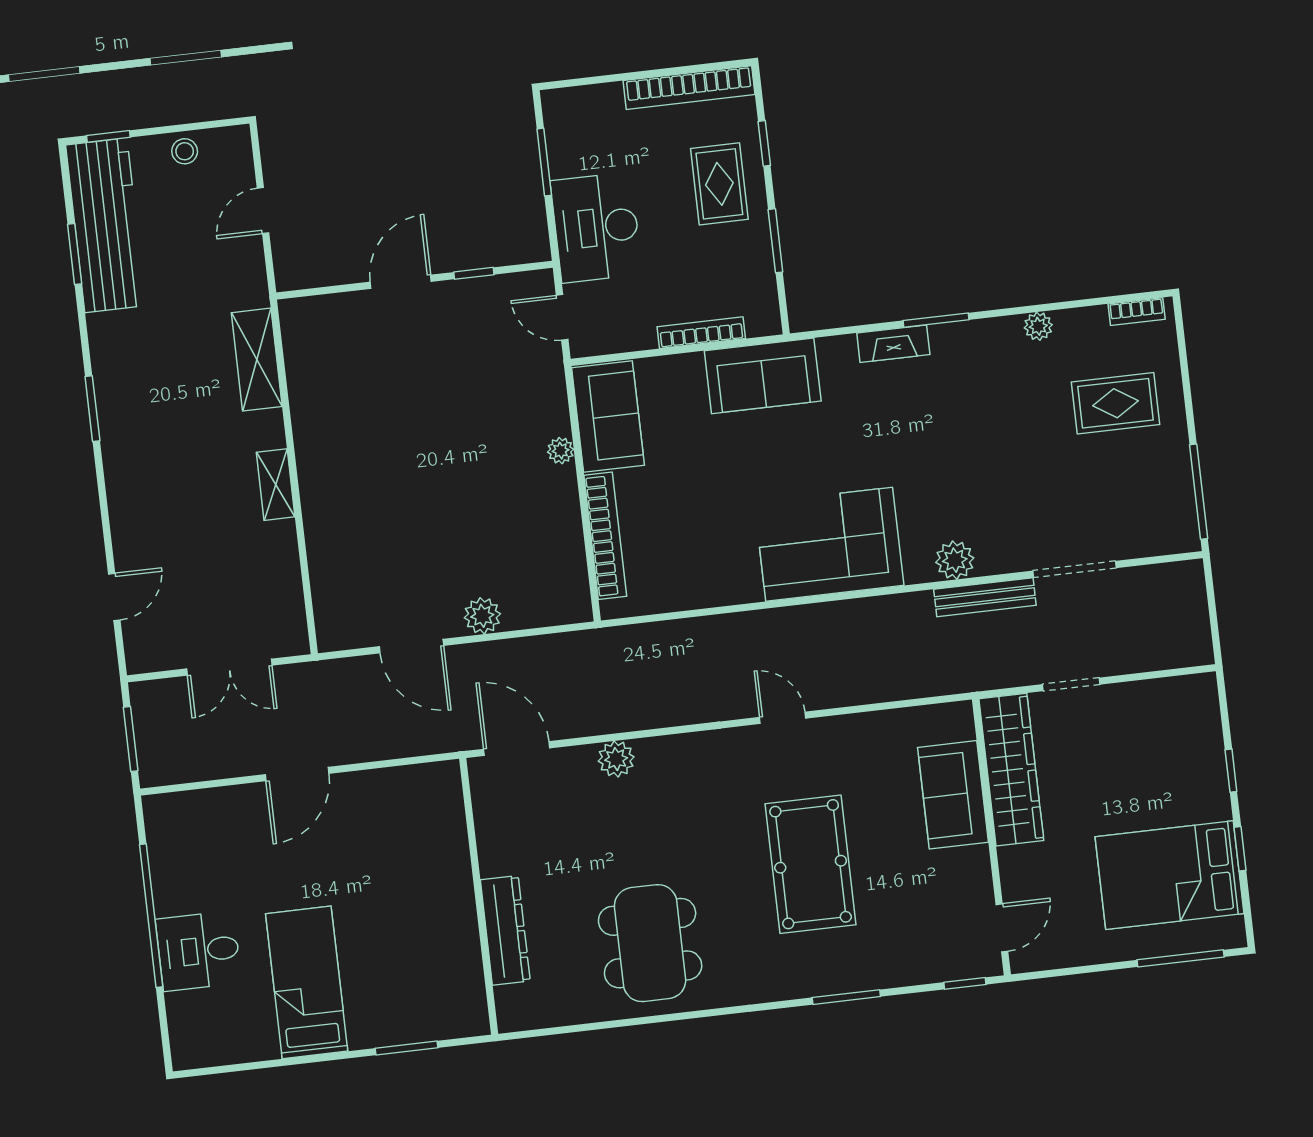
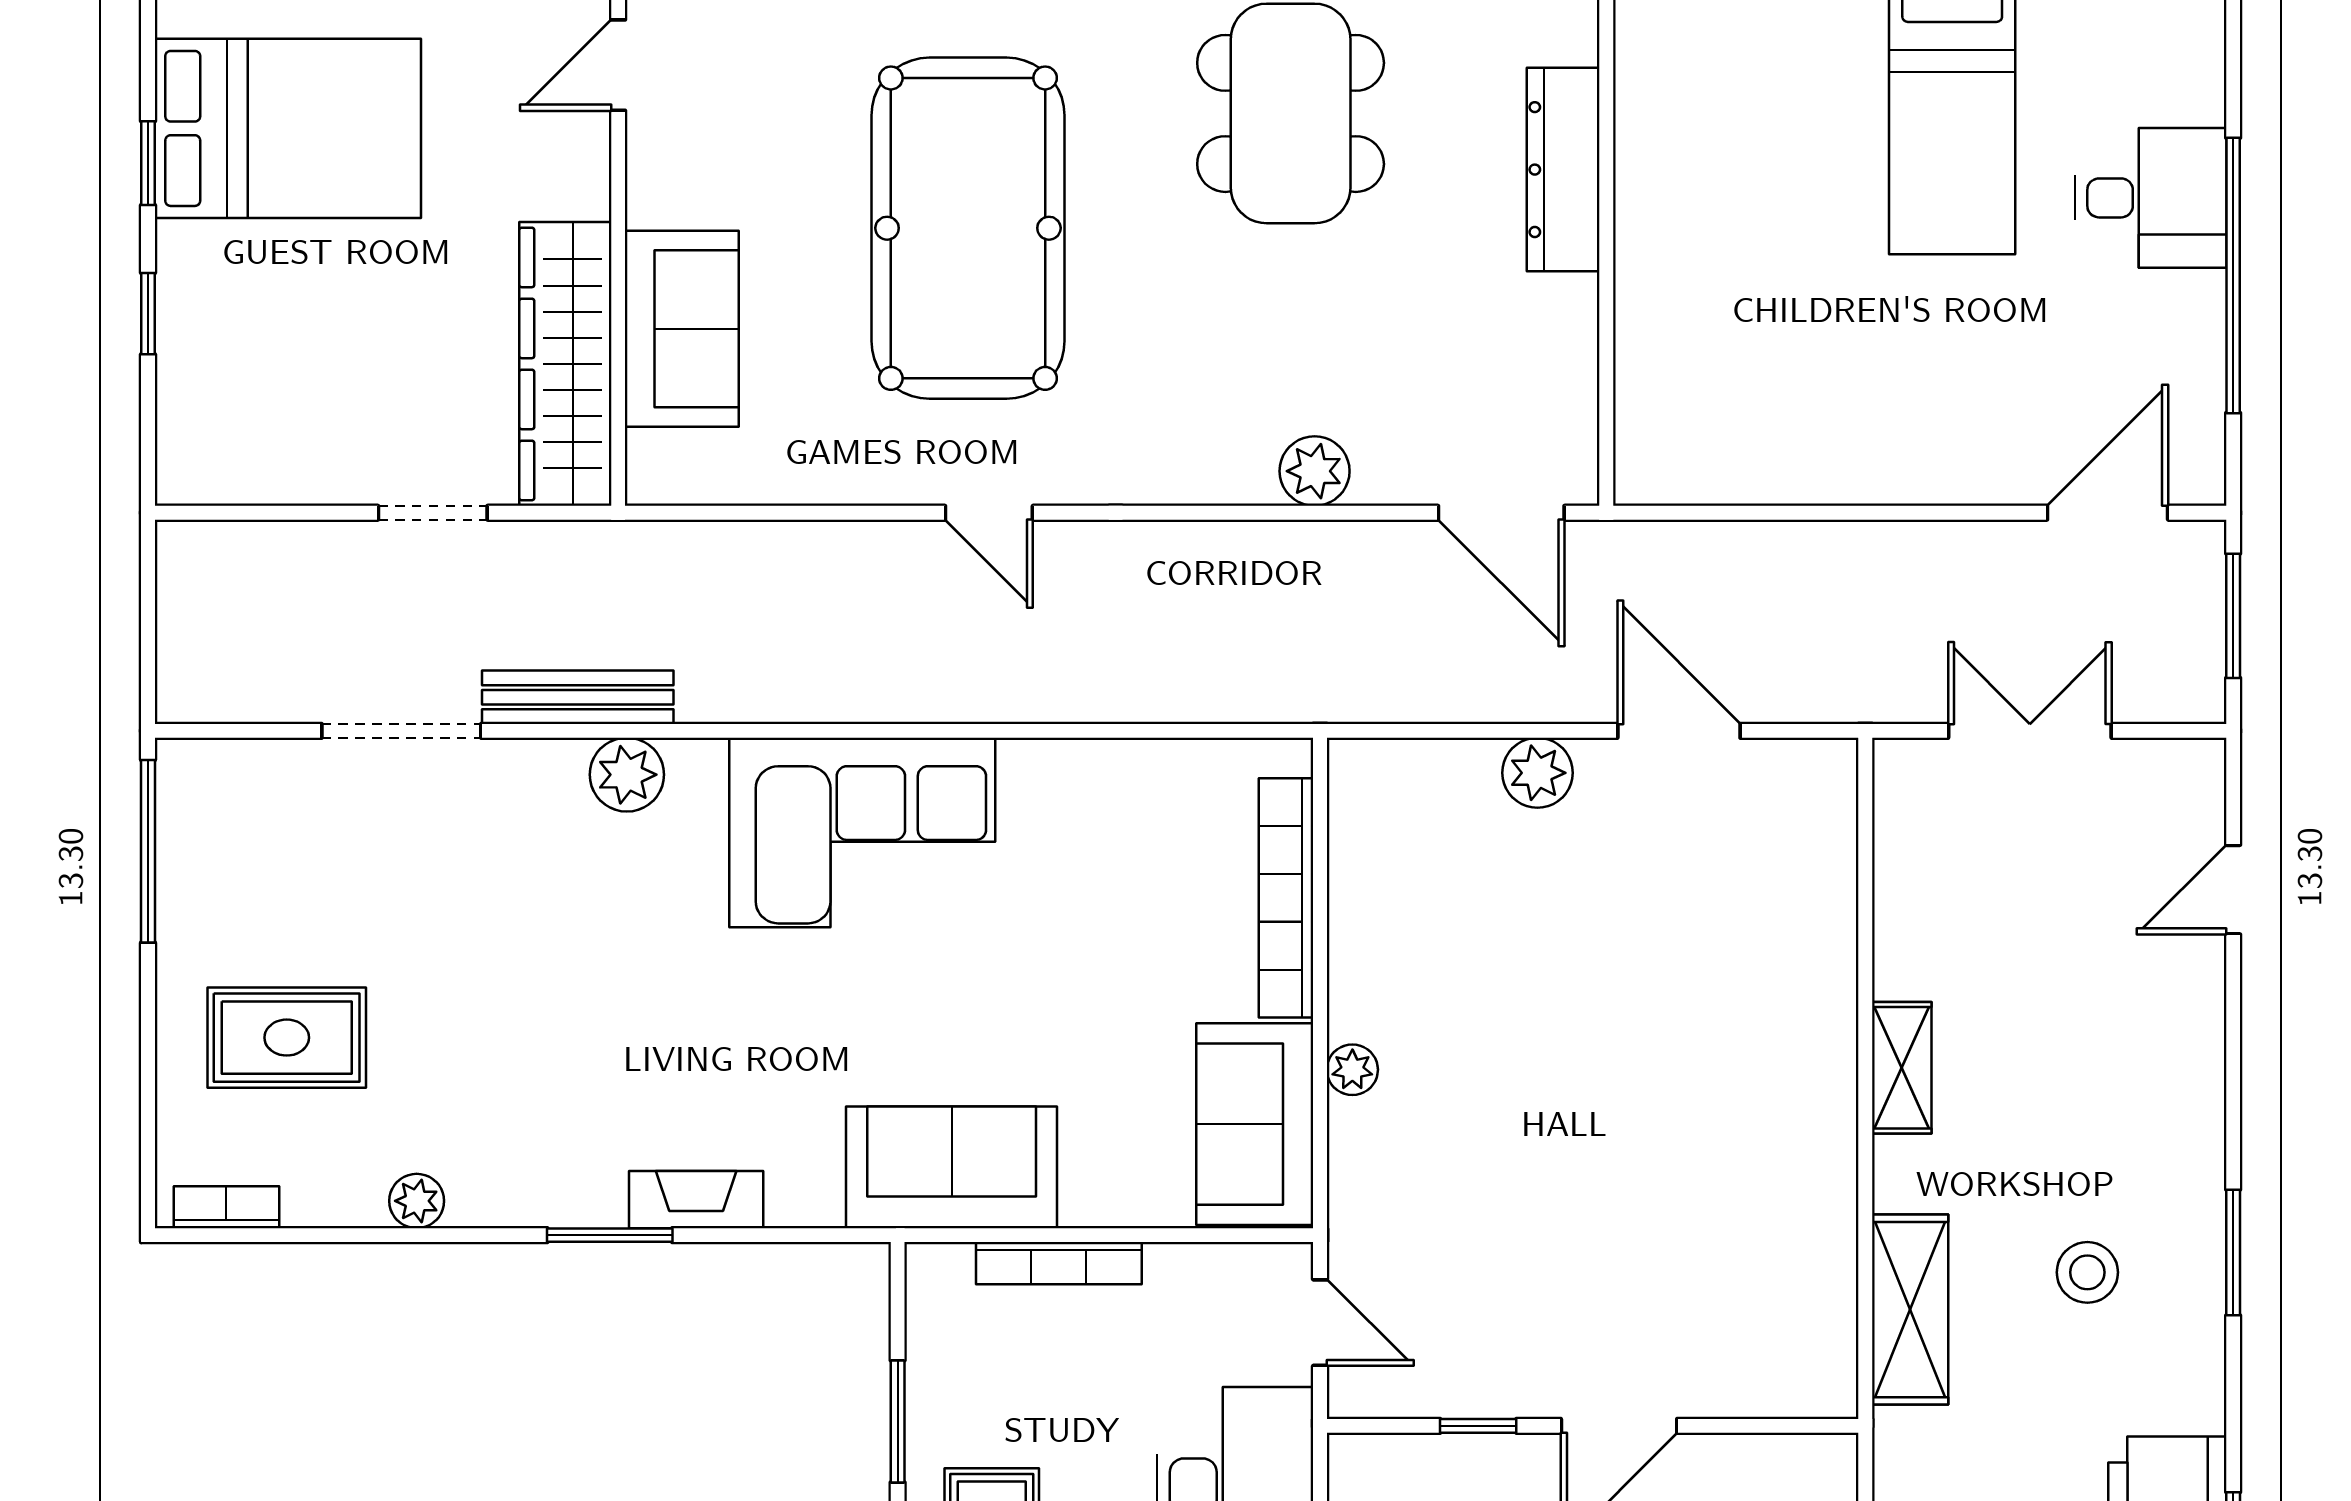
stool: (167, 390) -> (2087, 1272), added
door: (297, 774) -> (2108, 513), moved
pool table: (811, 864) -> (968, 228), width x1.36, depth x1.32

